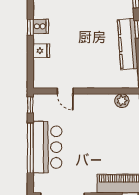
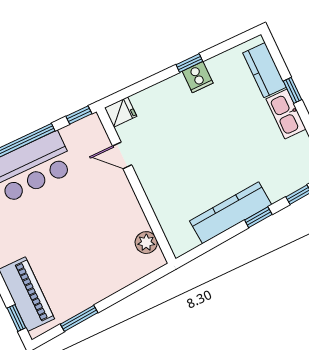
fridge: (41, 51) -> (121, 112), moved, turned -90
door: (65, 91) -> (122, 155), hinge flipped

